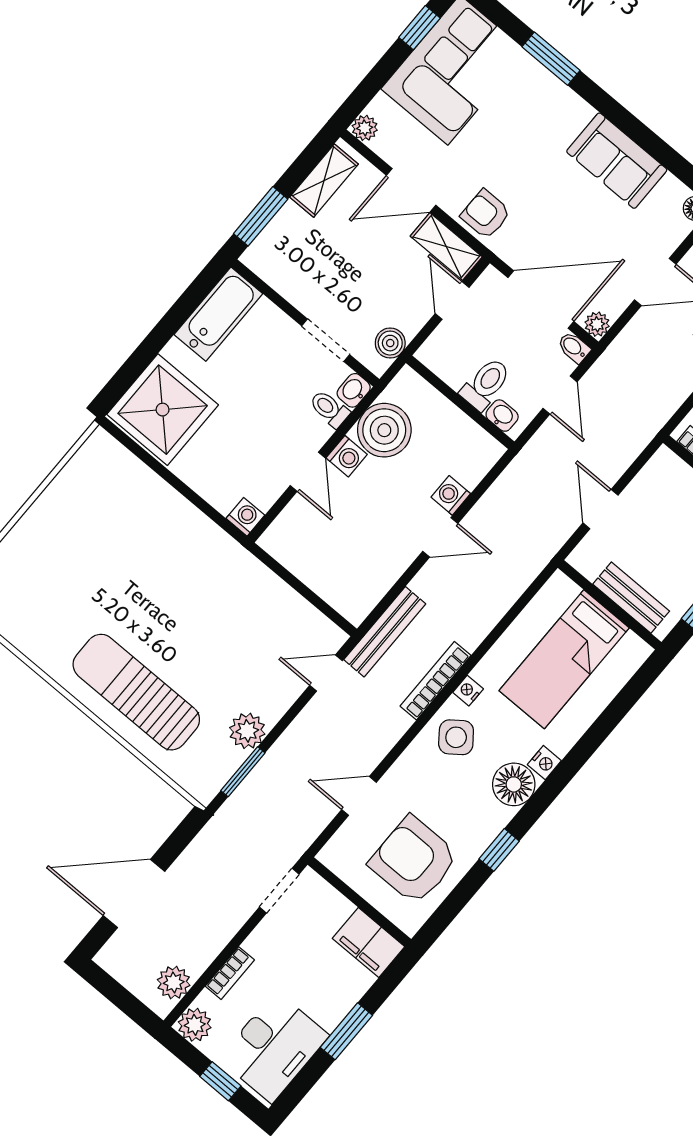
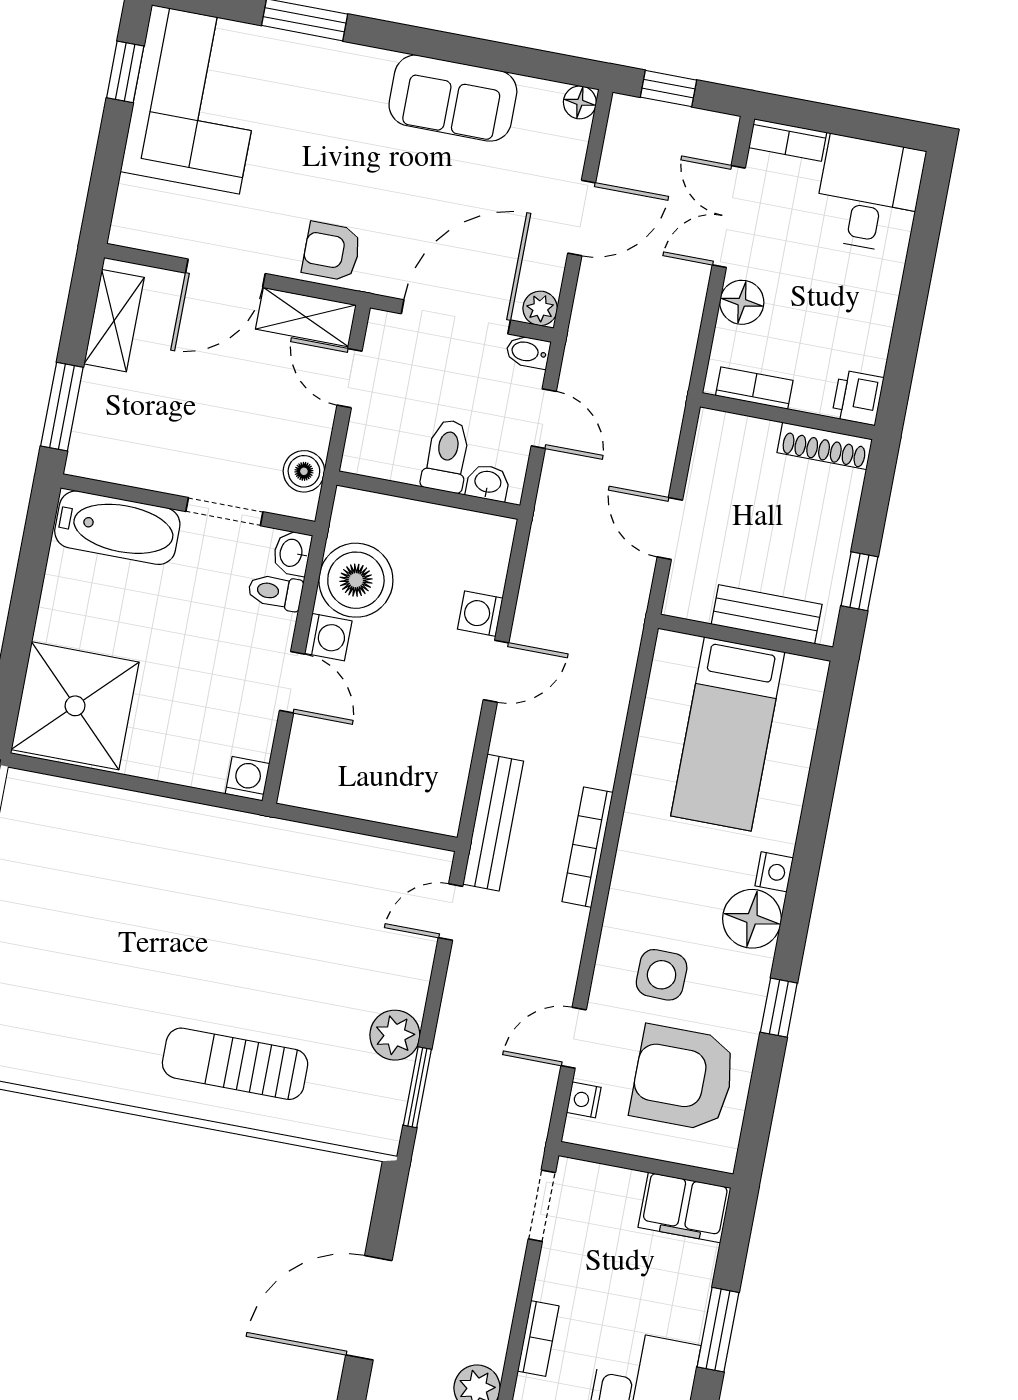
plant: (365, 128) -> (127, 230), removed
bathtub: (218, 314) -> (117, 528), moved, turned 90
nightstand: (468, 691) -> (584, 1100), moved
sun lounger: (136, 692) -> (235, 1064), width x0.73, depth x0.75
side table: (456, 737) -> (662, 975), moved, turned 38

